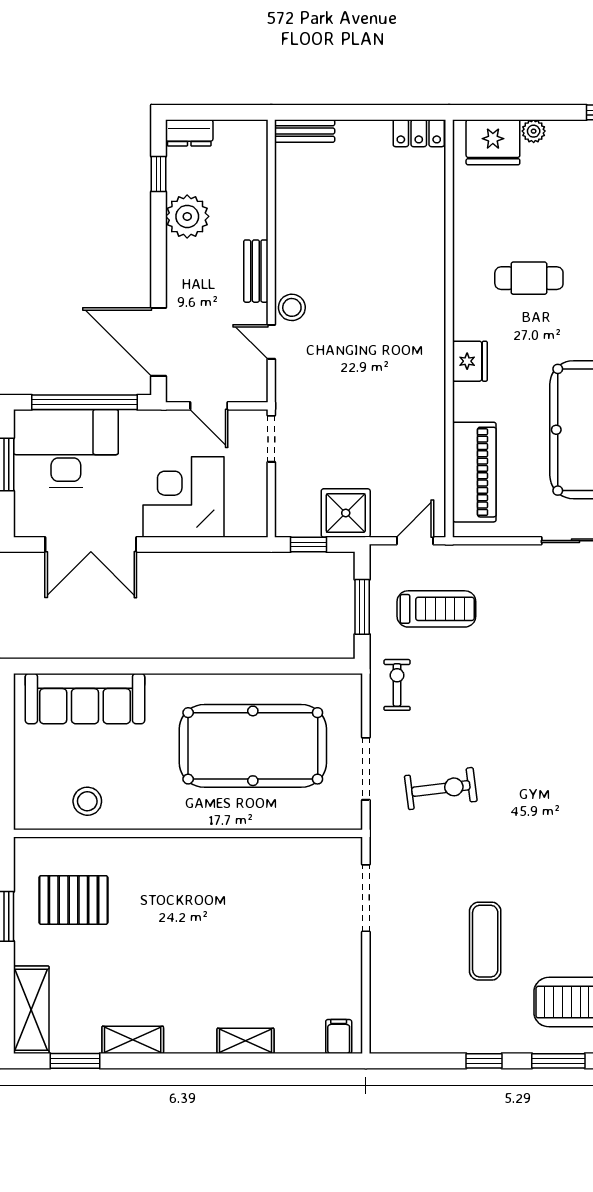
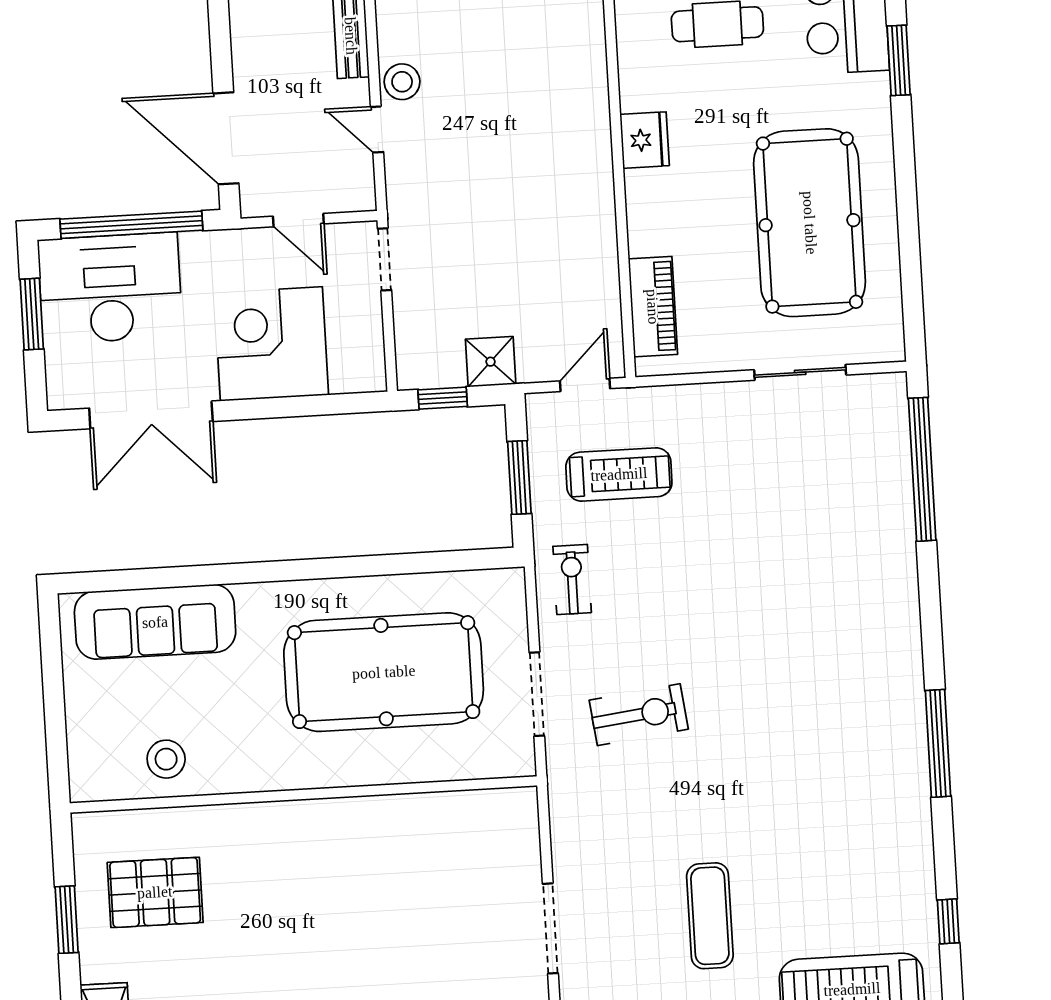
piano: (474, 472) -> (653, 307), width x0.73, depth x0.75
shower: (346, 513) -> (491, 362), width x0.73, depth x0.73
doorway: (366, 898) -> (550, 928), moved

